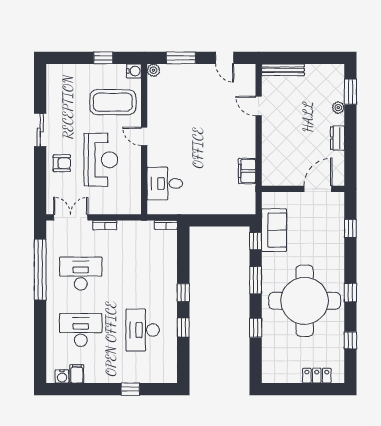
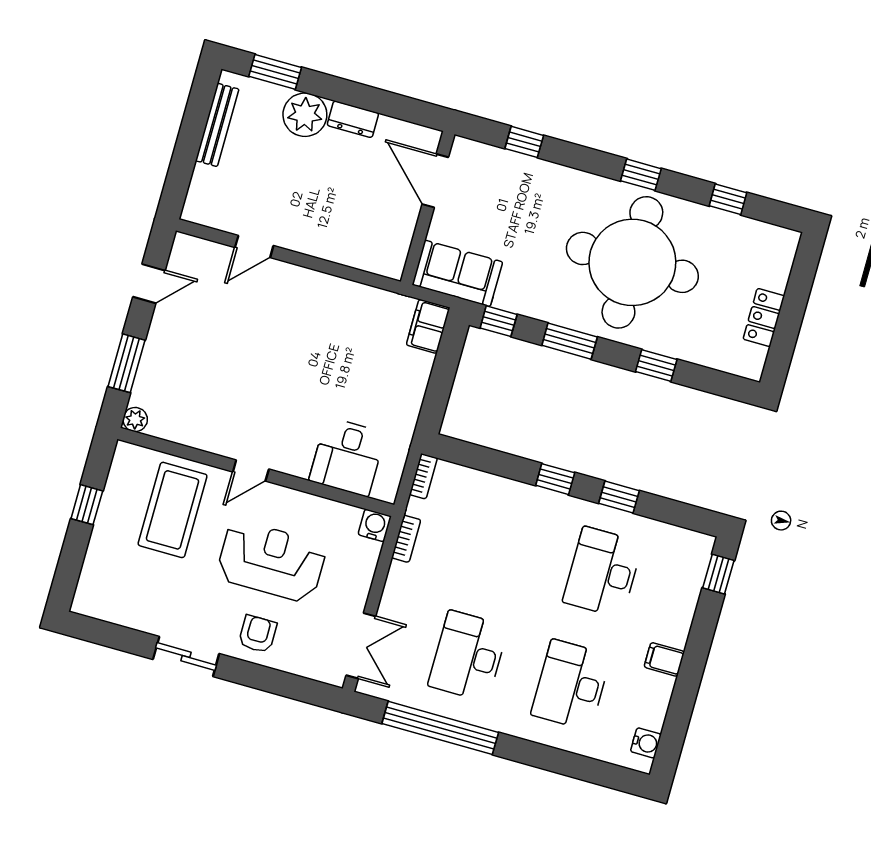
bench: (283, 70) -> (217, 125), moved
water cooler: (134, 71) -> (375, 525), moved
plant: (338, 108) -> (305, 115), width x1.88, depth x1.88
filing cabinet: (247, 171) -> (428, 326), moved, turned 90
double door: (71, 217) -> (361, 646), swing flipped
bookcase: (105, 225) -> (406, 539), moved
sofa: (274, 230) -> (457, 273), moved
desk: (143, 330) -> (603, 572), turned 90
filing cabinet: (77, 374) -> (664, 659), moved
locker: (317, 376) -> (764, 317), moved
window: (130, 389) -> (718, 574), moved

